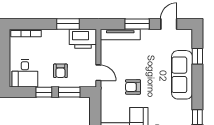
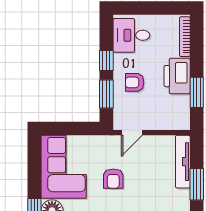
printer: (83, 39) -> (177, 76), moved
armchair: (133, 87) -> (113, 179), turned 180

